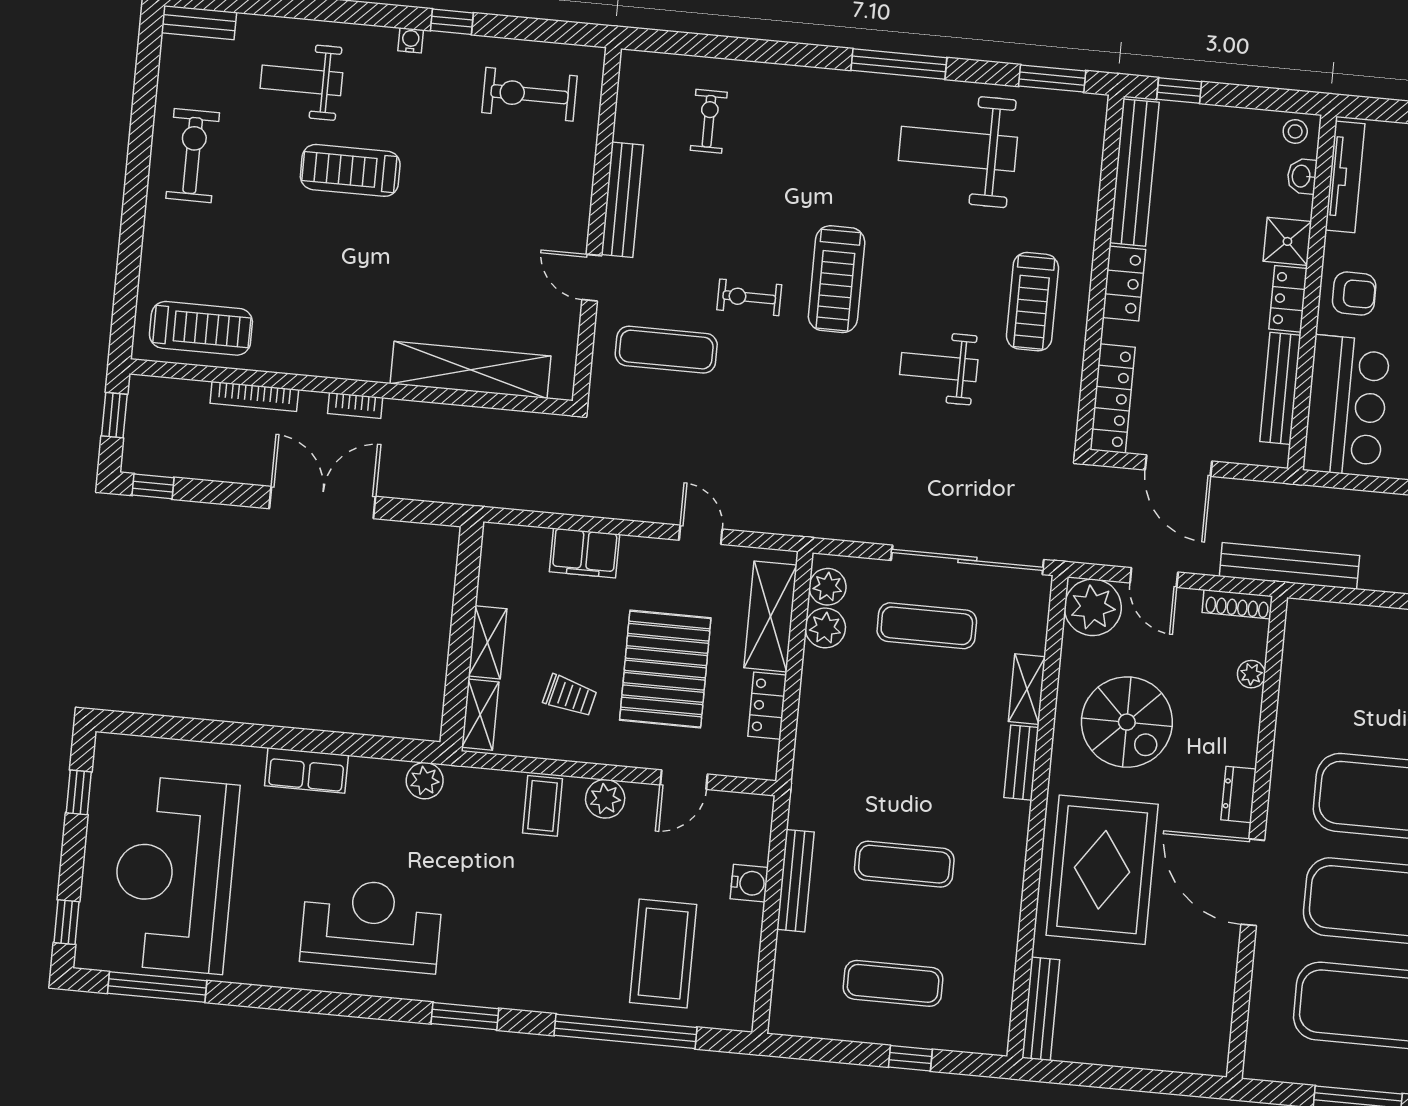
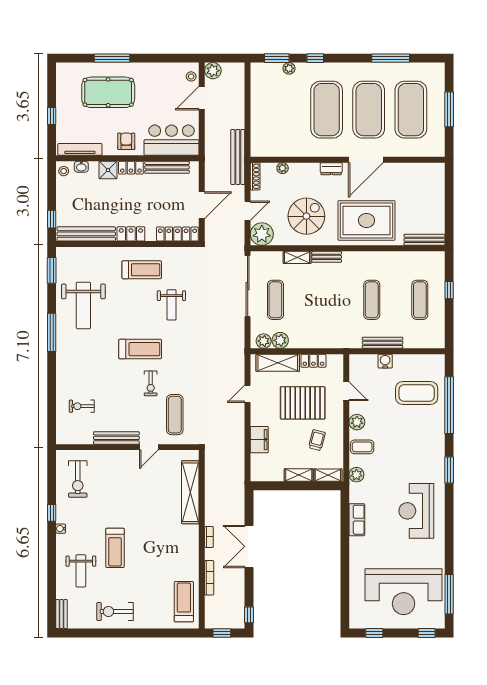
row of seats: (306, 770) -> (357, 520), moved
plant: (425, 781) -> (356, 475), moved

